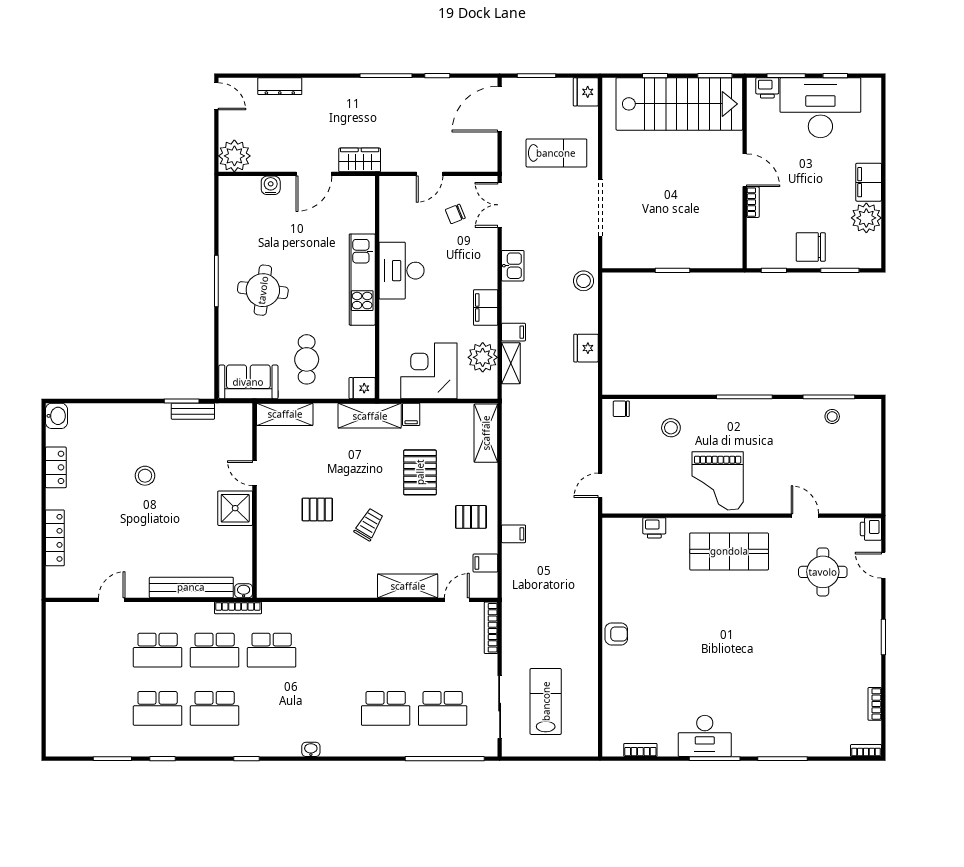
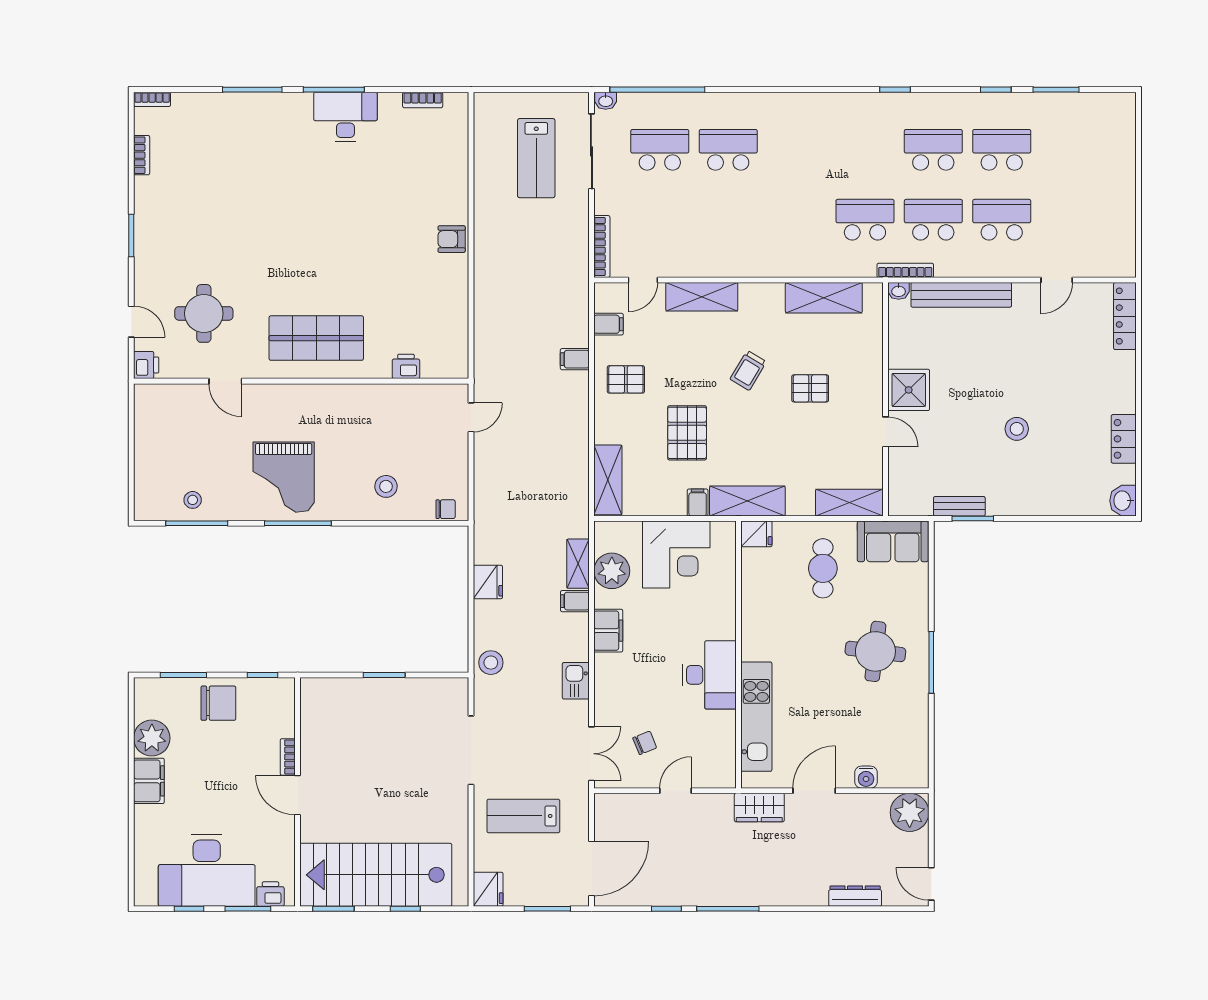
kitchen unit: (362, 280) -> (756, 717), moved
grand piano: (718, 481) -> (284, 477), moved, turned 180
locker: (55, 538) -> (1125, 316), moved
shelving: (306, 585) -> (824, 298), added
washbasin: (311, 749) -> (606, 101), moved

